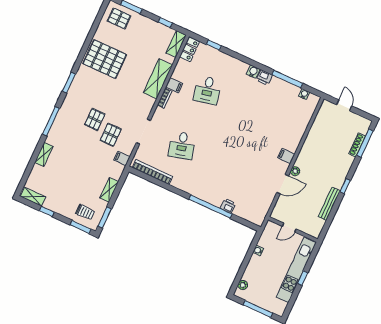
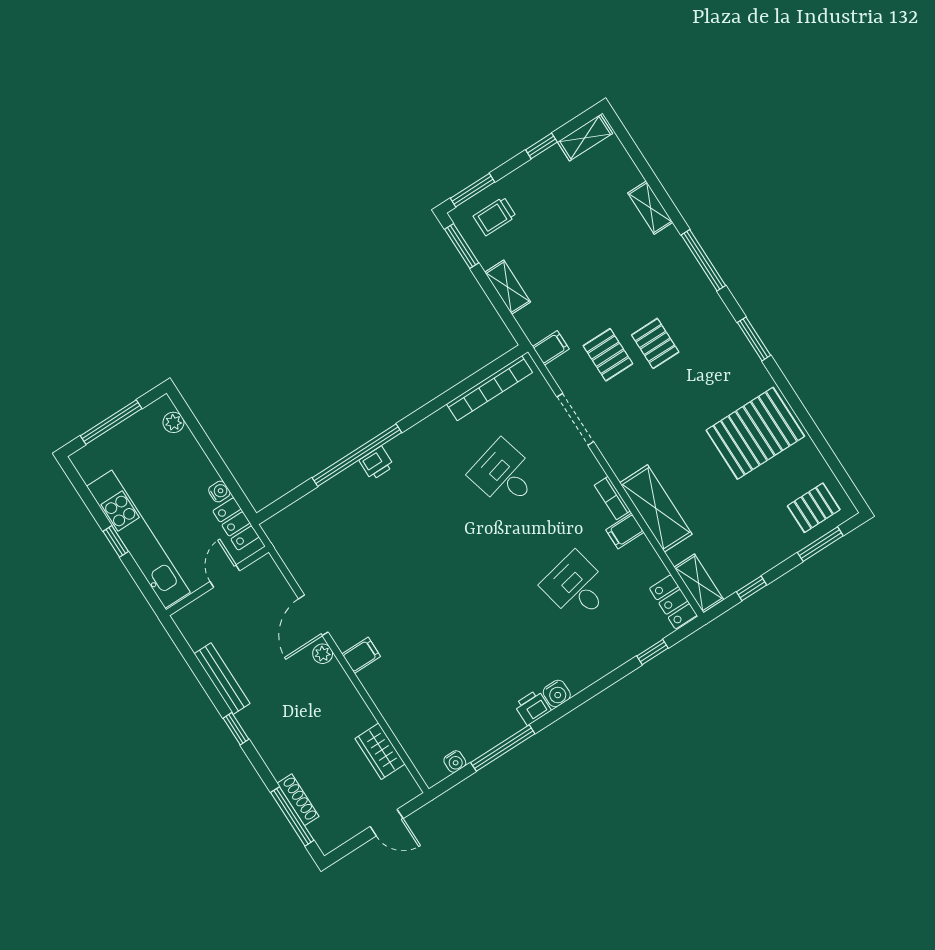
wardrobe: (318, 125) -> (380, 751), added
printer: (228, 206) -> (377, 463), moved
locker: (266, 236) -> (236, 524), added

